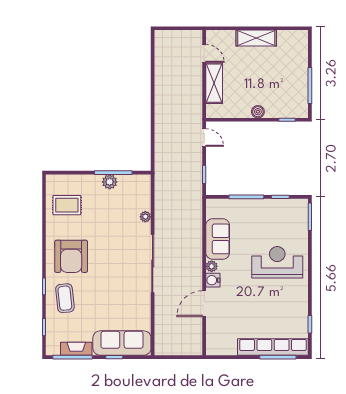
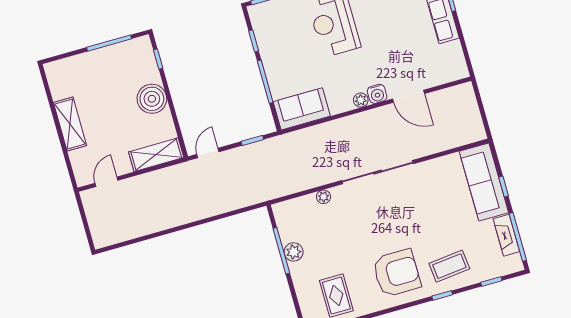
shelving: (214, 83) -> (156, 155), moved
boiler: (258, 112) -> (152, 99), width x1.86, depth x1.86
sofa: (218, 239) -> (302, 109), moved

